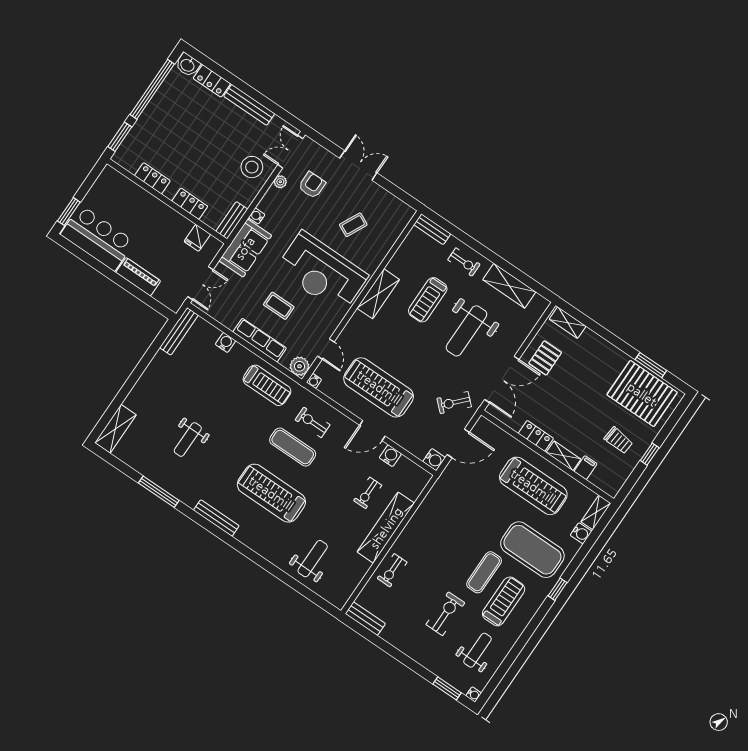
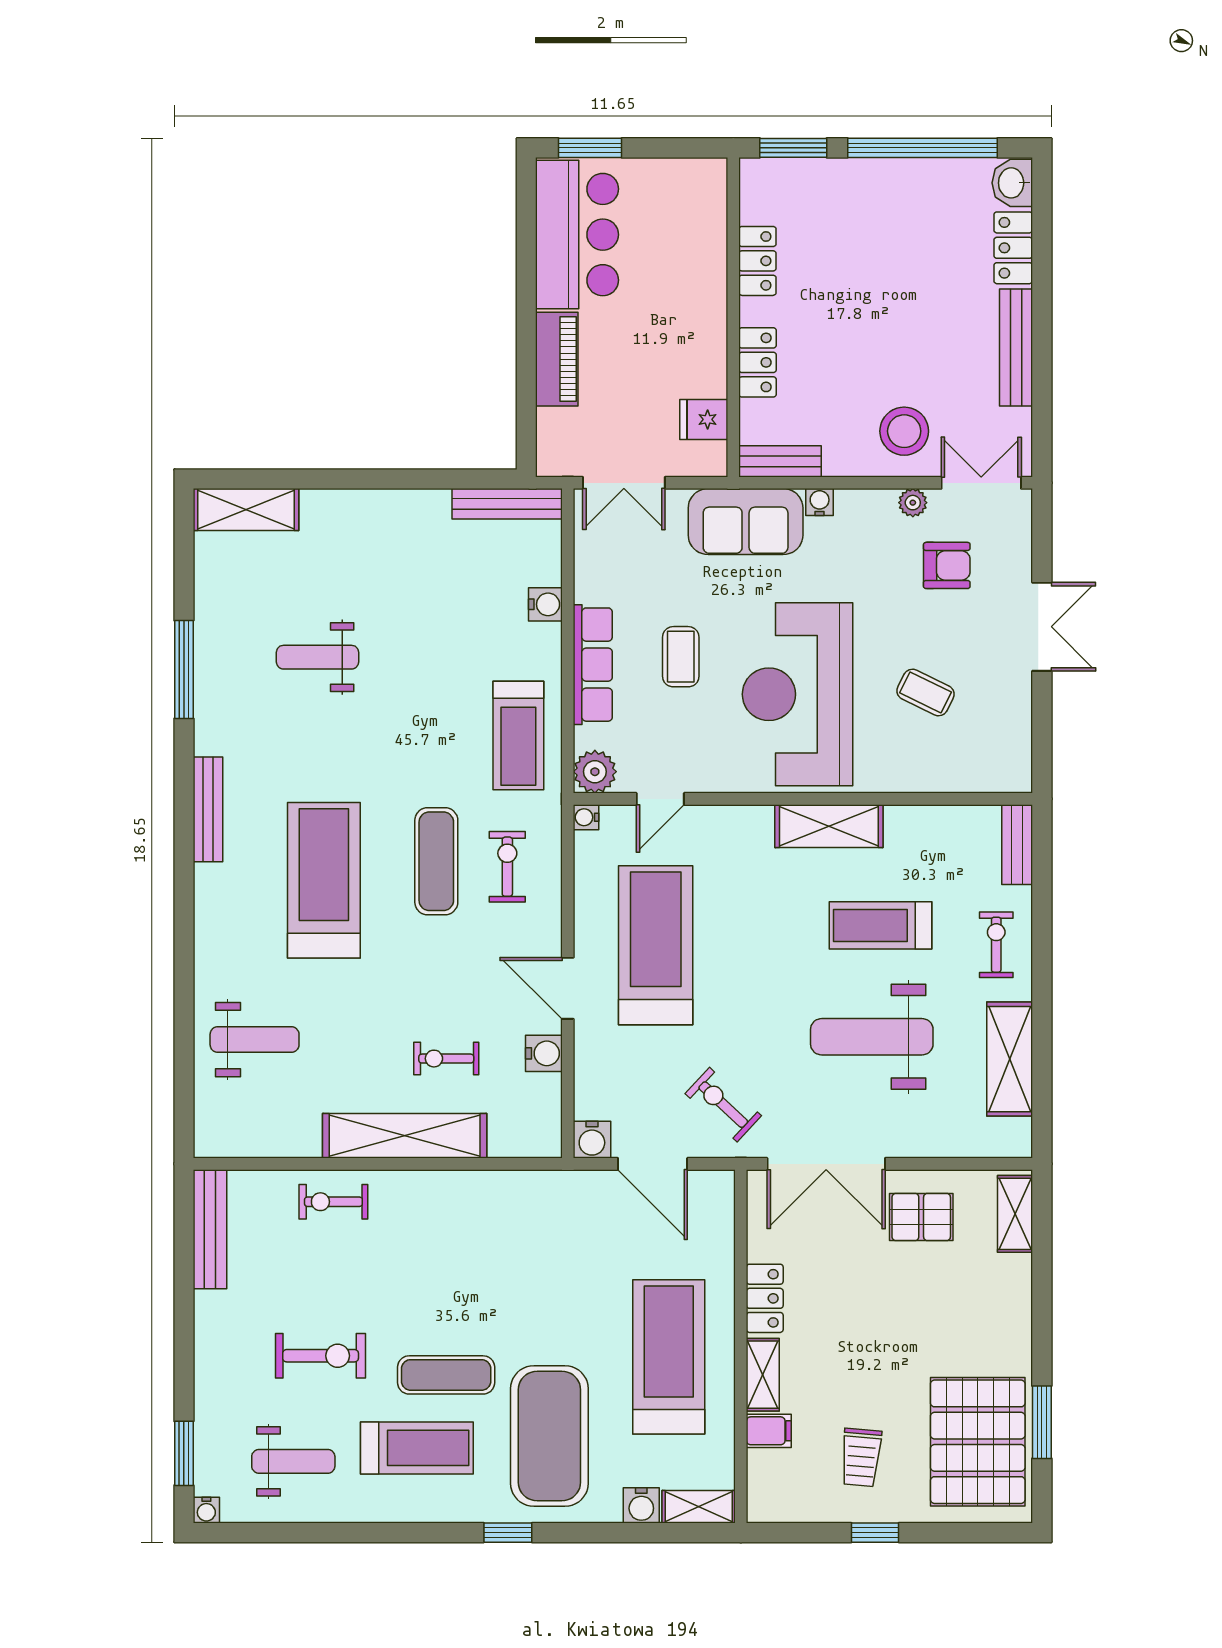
exercise bike: (464, 262) -> (996, 945), turned 180
treadmill: (533, 486) -> (669, 1357), turned 180
bench: (365, 619) -> (210, 1229), width x1.36

